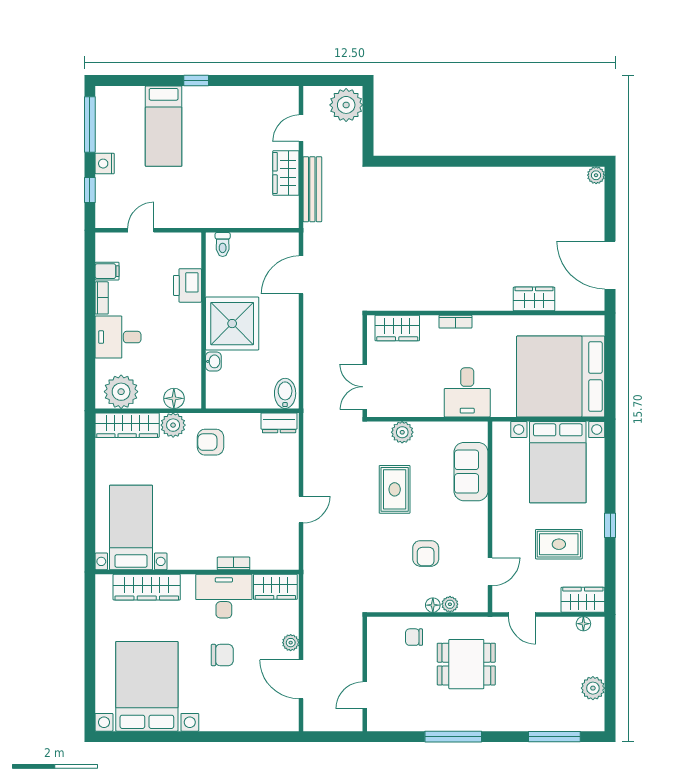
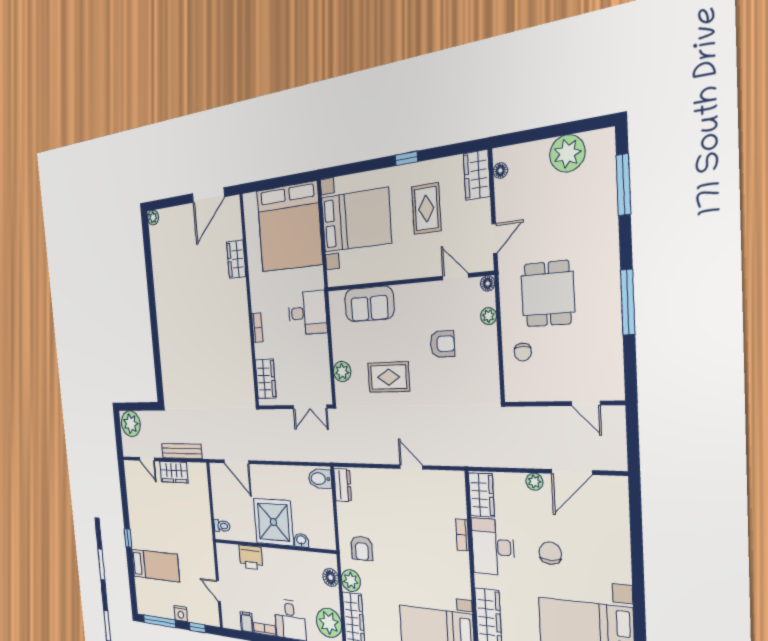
floor lamp: (433, 605) -> (488, 284), moved
plant: (593, 688) -> (567, 153), width x1.36, depth x1.36

